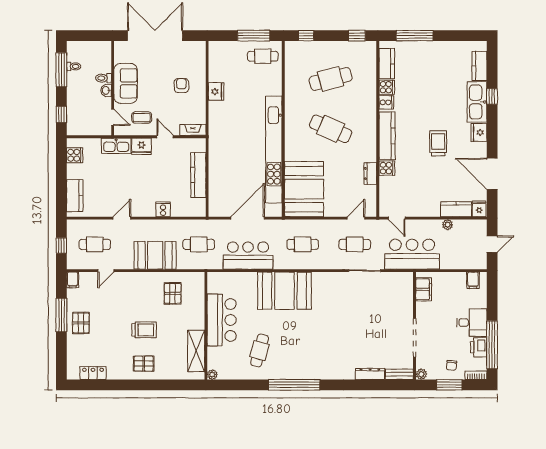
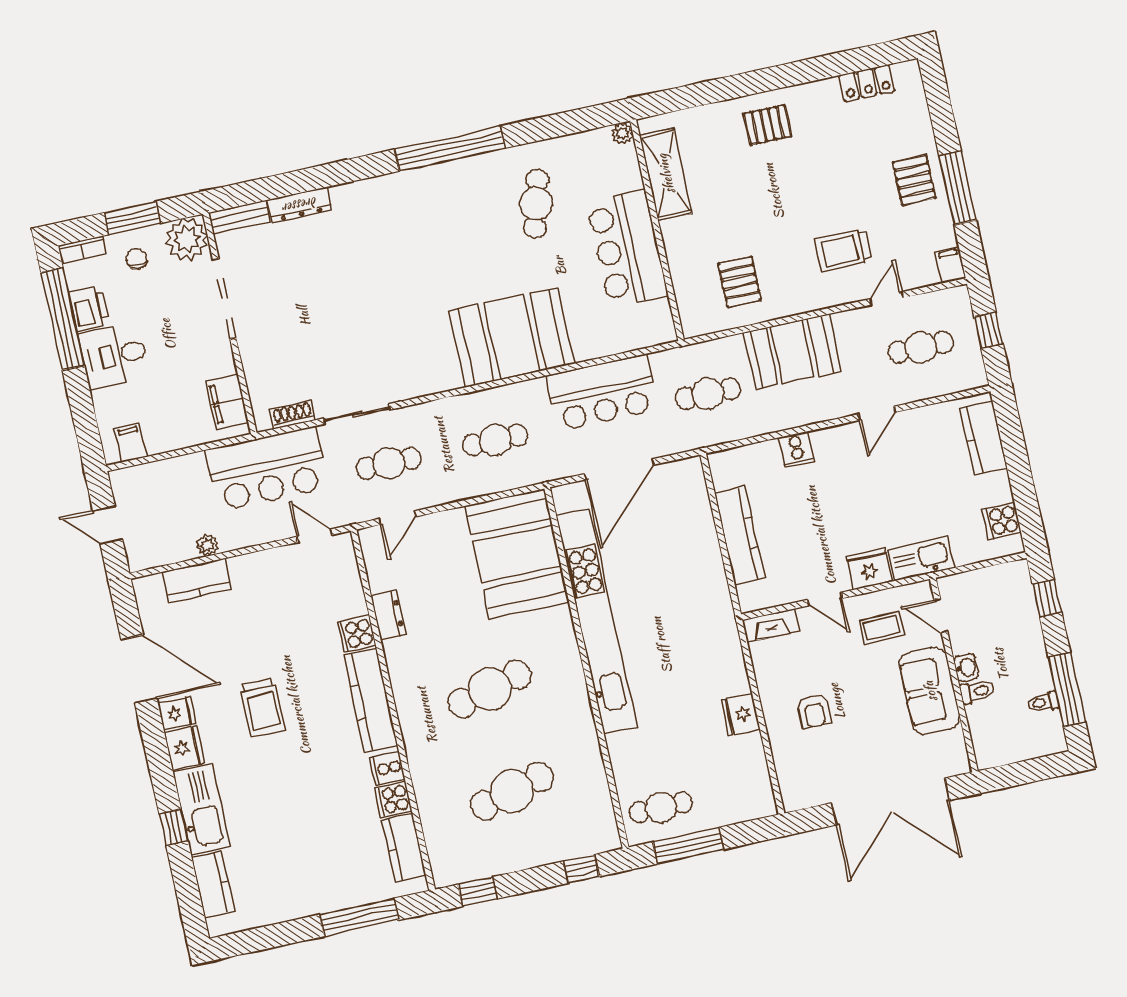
cafe table: (331, 129) -> (490, 689), turned -39
fridge: (479, 209) -> (177, 713), moved, turned -90
door: (492, 244) -> (108, 525), hinge flipped
shoe rack: (395, 277) -> (292, 415), added
trolley: (144, 330) -> (843, 250), moved
plant: (421, 374) -> (187, 239), width x1.88, depth x1.88

